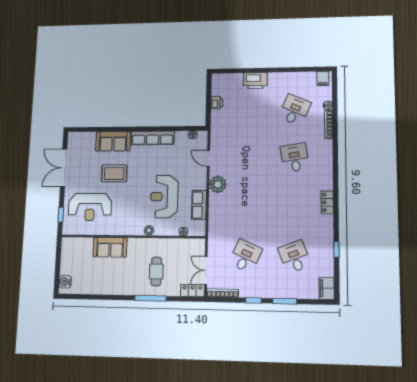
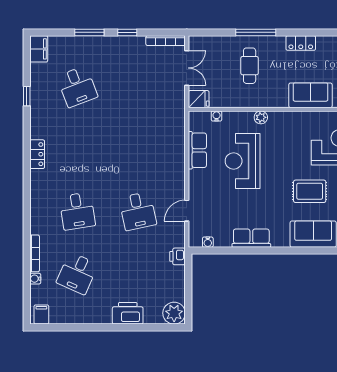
printer: (217, 103) -> (177, 256), moved
row of seats: (153, 138) -> (251, 238), width x0.68
door: (208, 158) -> (187, 211), swing flipped
plant: (218, 184) -> (174, 313), moved
reception desk: (164, 197) -> (243, 161), turned 180
fridge: (197, 245) -> (199, 99), added
desk: (245, 256) -> (138, 211), moved, turned -36
locker: (192, 290) -> (301, 43), moved

